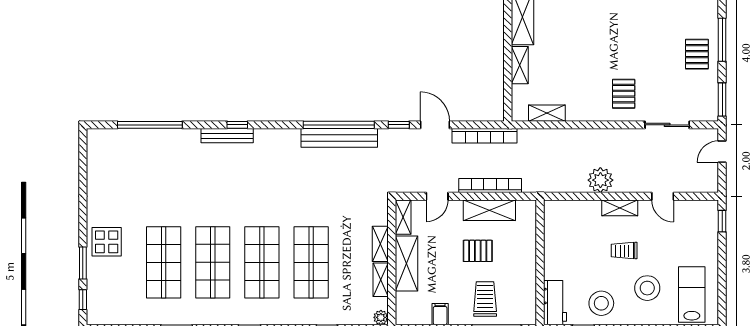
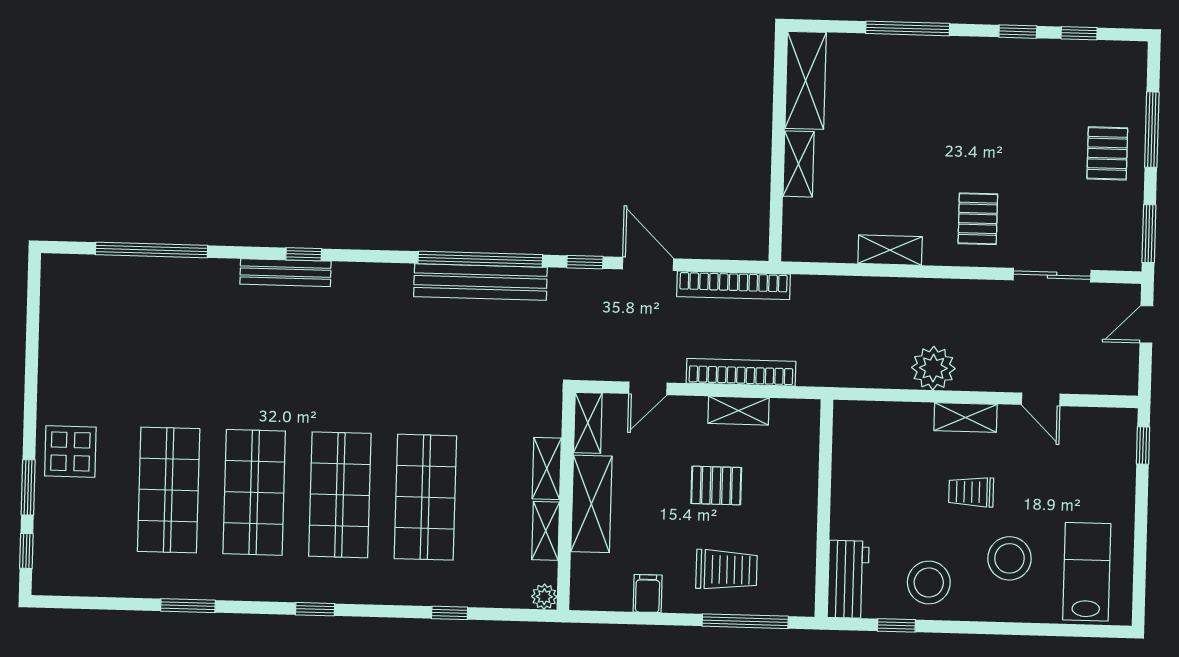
shelving: (547, 113) -> (890, 250), moved
shelving: (489, 210) -> (739, 411), width x0.67, depth x0.75
trolley: (485, 299) -> (727, 570), turned 90

